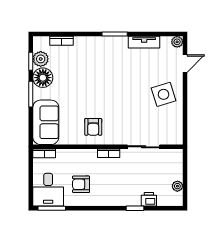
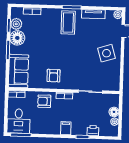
coffee table: (111, 55) -> (68, 23), added
floor lamp: (176, 173) -> (114, 112), added
armchair: (81, 184) -> (44, 101), moved
filing cabinet: (112, 197) -> (66, 128), added

